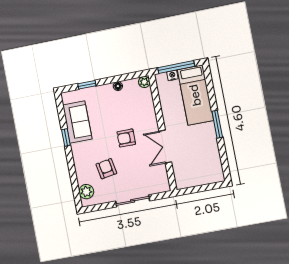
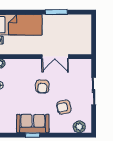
sofa: (77, 122) -> (33, 123), moved
window: (217, 124) -> (56, 12), moved

